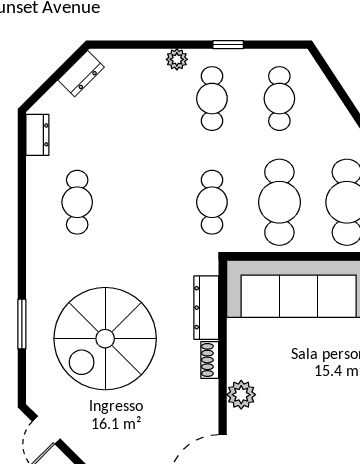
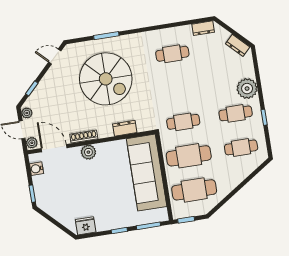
plant: (177, 59) -> (247, 89), width x1.87, depth x1.87
dresser: (206, 308) -> (125, 128), width x0.70
spiral stairs: (105, 339) -> (106, 79), turned 180
shoe rack: (210, 360) -> (84, 137), moved, width x1.43

